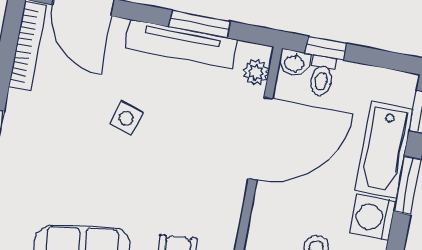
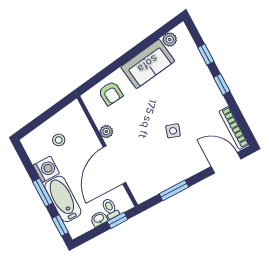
tv unit: (181, 44) -> (175, 177), removed
washbasin: (294, 63) -> (99, 219), moved
plant: (256, 72) -> (106, 132), moved

